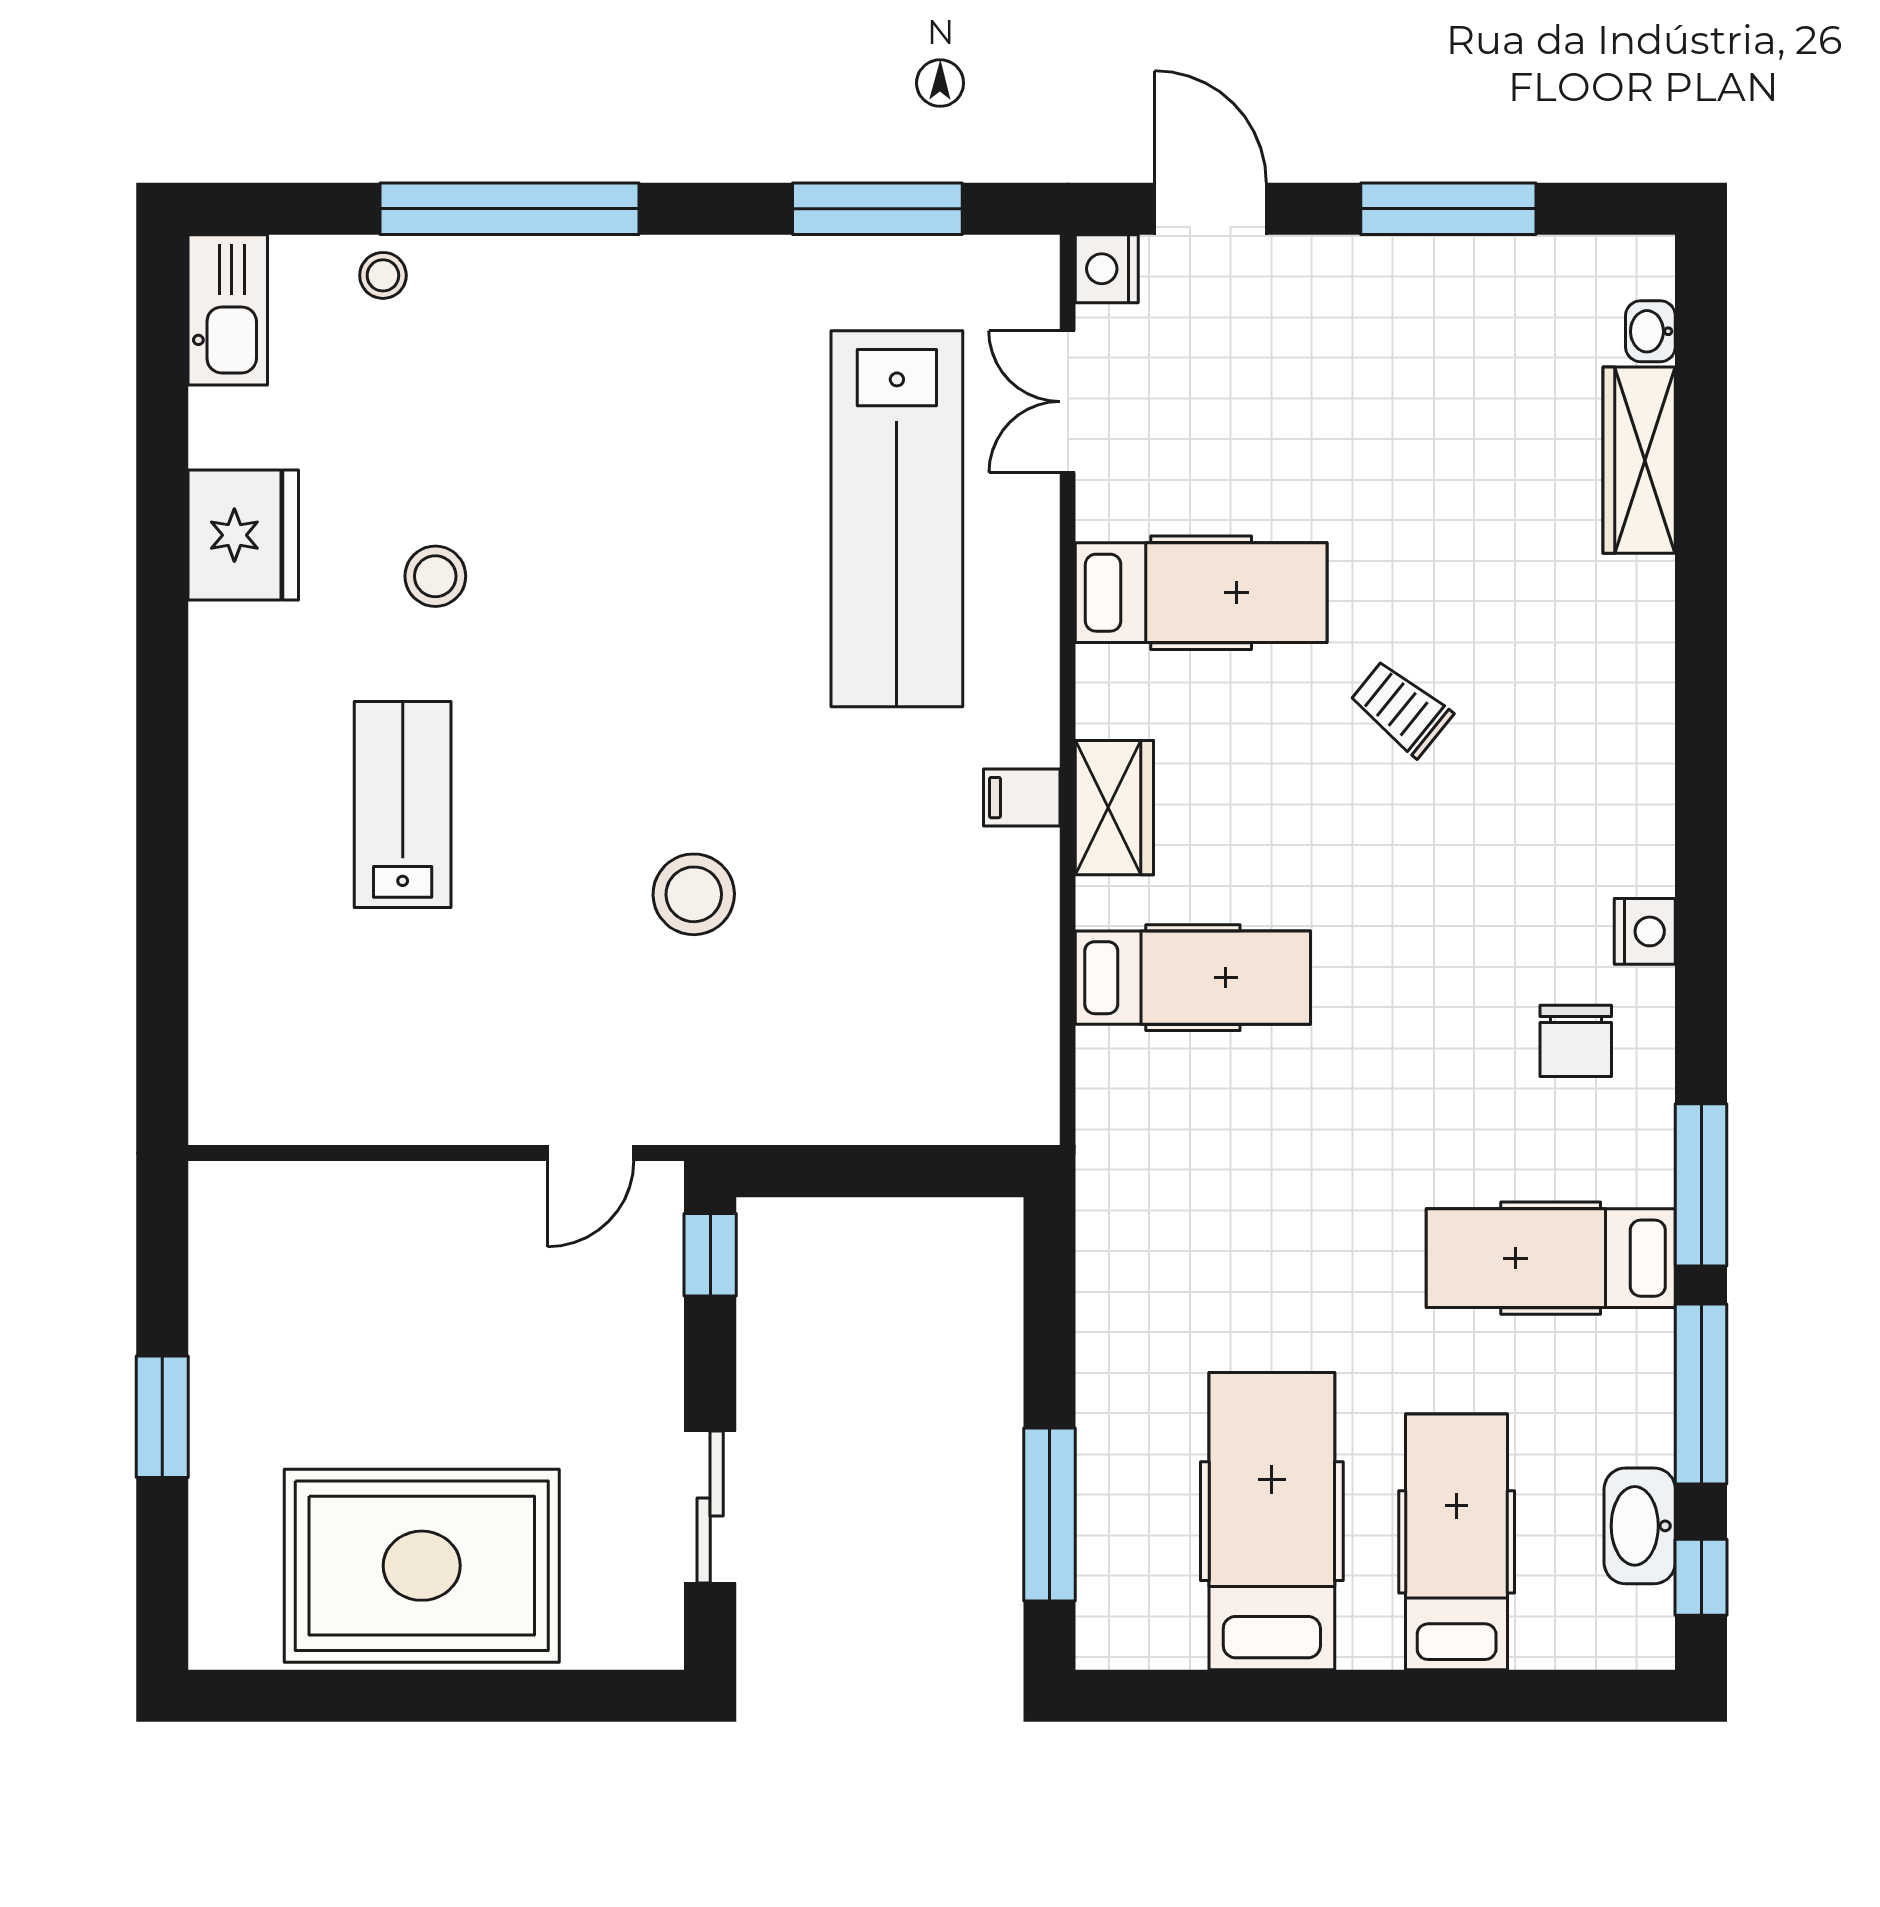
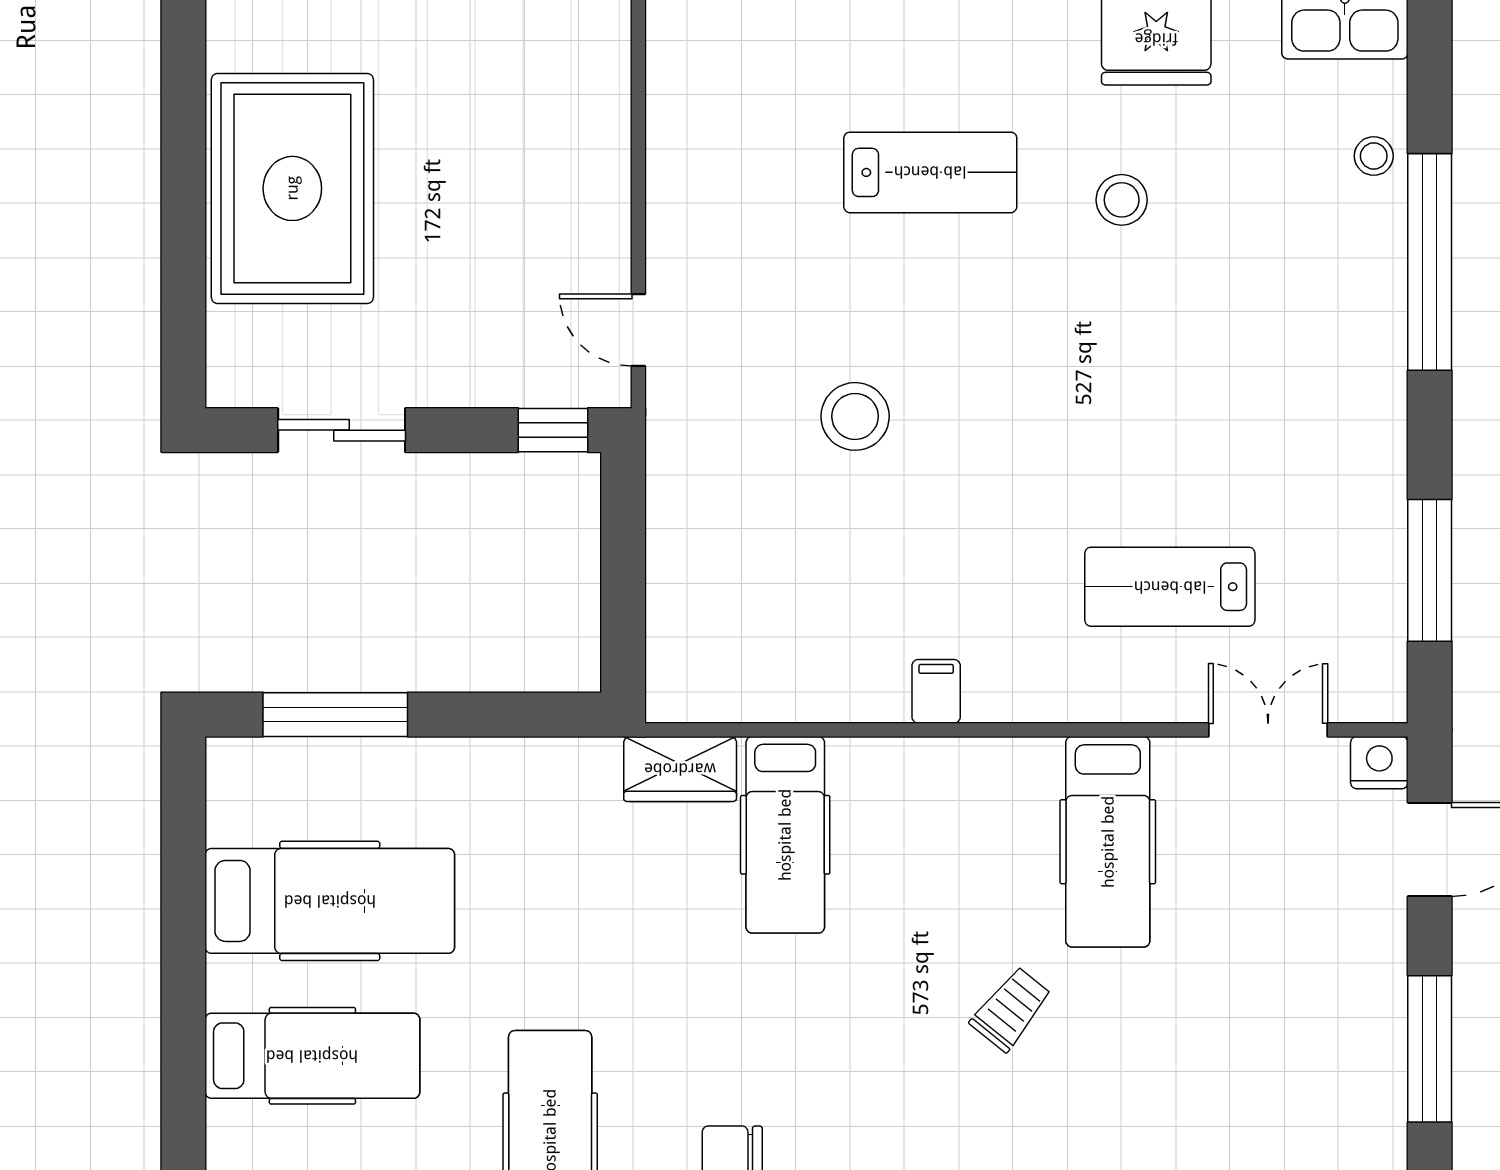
lab bench: (897, 519) -> (1170, 587), width x0.54, depth x0.72
wardrobe: (1114, 808) -> (680, 769), moved

